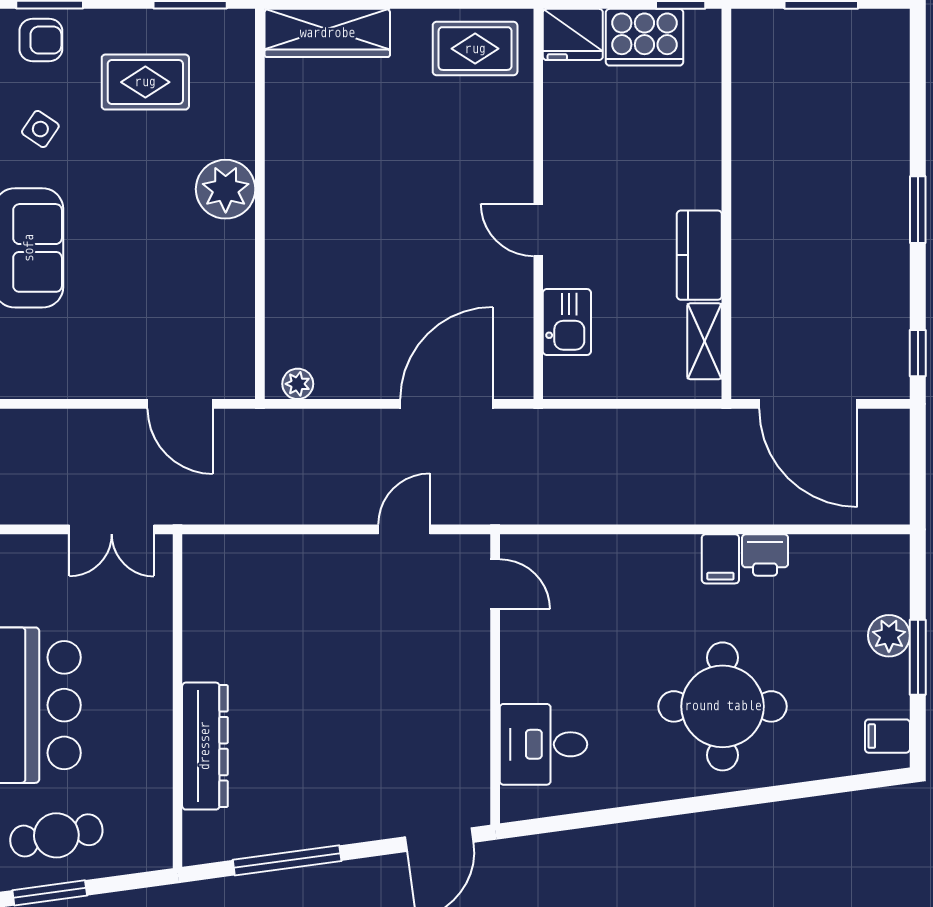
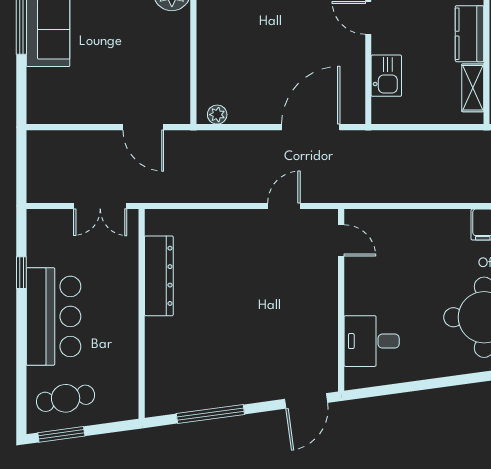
dresser: (205, 746) -> (159, 276), moved

